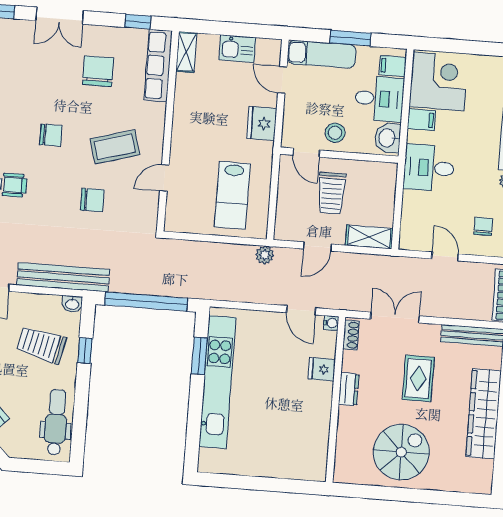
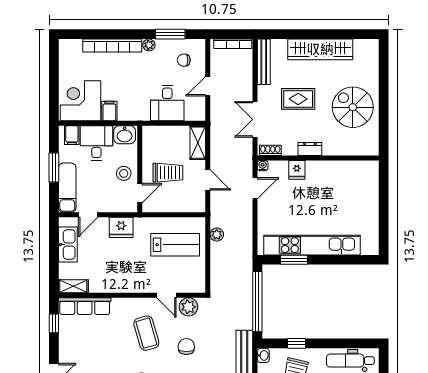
kitchen sink: (237, 49) -> (68, 245), width x1.38
chair: (98, 71) -> (92, 350), removed
desk: (429, 168) -> (167, 103), moved
plant: (146, 207) -> (188, 307), added
plant: (265, 255) -> (217, 235), moved

